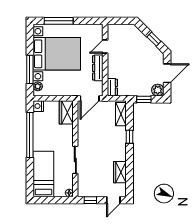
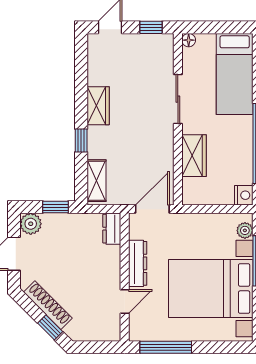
window: (59, 21) -> (166, 347), moved
window: (154, 39) -> (50, 327), moved
shoe rack: (148, 44) -> (48, 305), added
wardrobe: (66, 112) -> (194, 156), moved
wardrobe: (120, 172) -> (98, 106), moved

